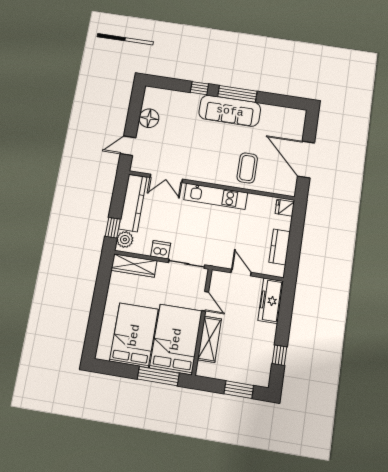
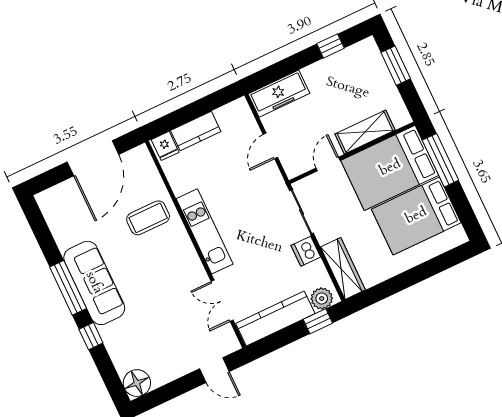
floor lamp: (149, 118) -> (137, 383), moved
double door: (166, 178) -> (222, 301), swing flipped
kitchen counter: (280, 247) -> (196, 131), moved

